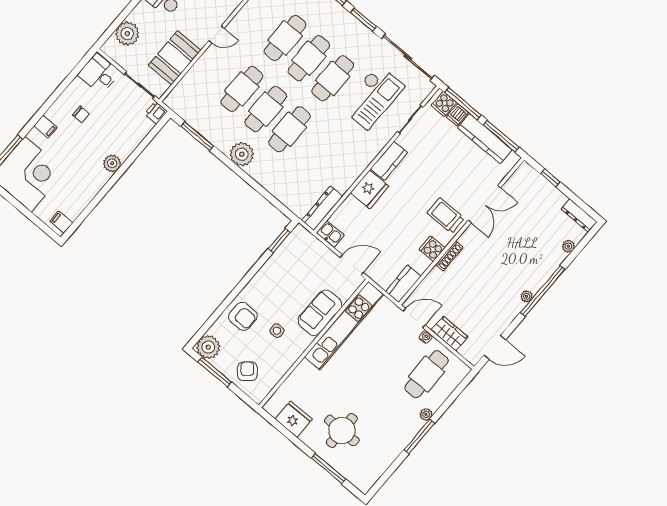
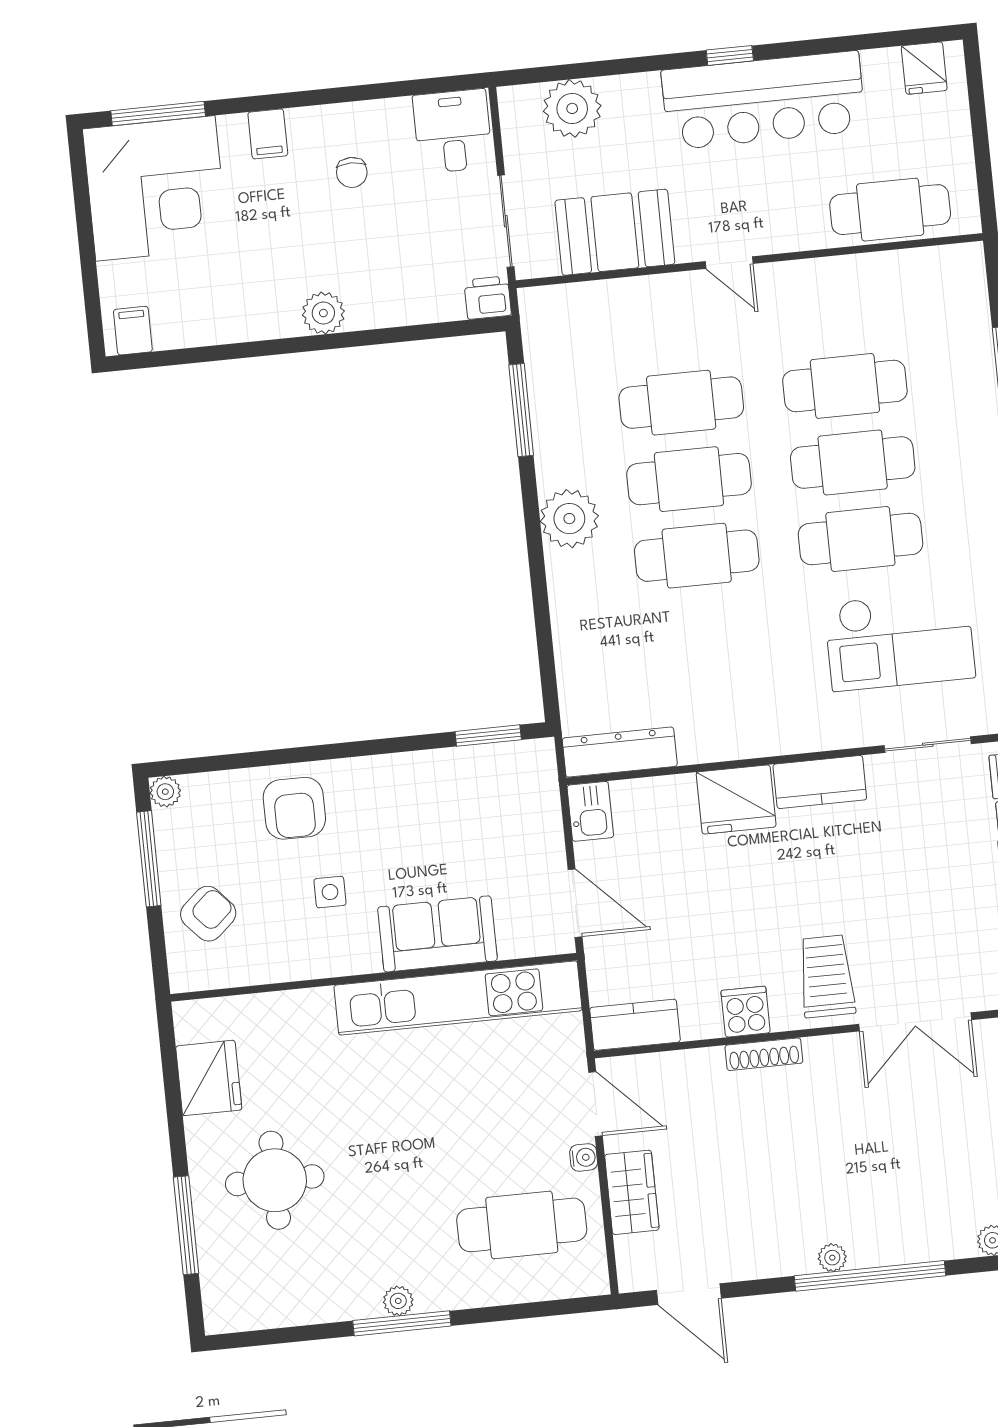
plant: (208, 347) -> (165, 792), width x0.53, depth x0.53
plant: (426, 414) -> (398, 1301), moved

